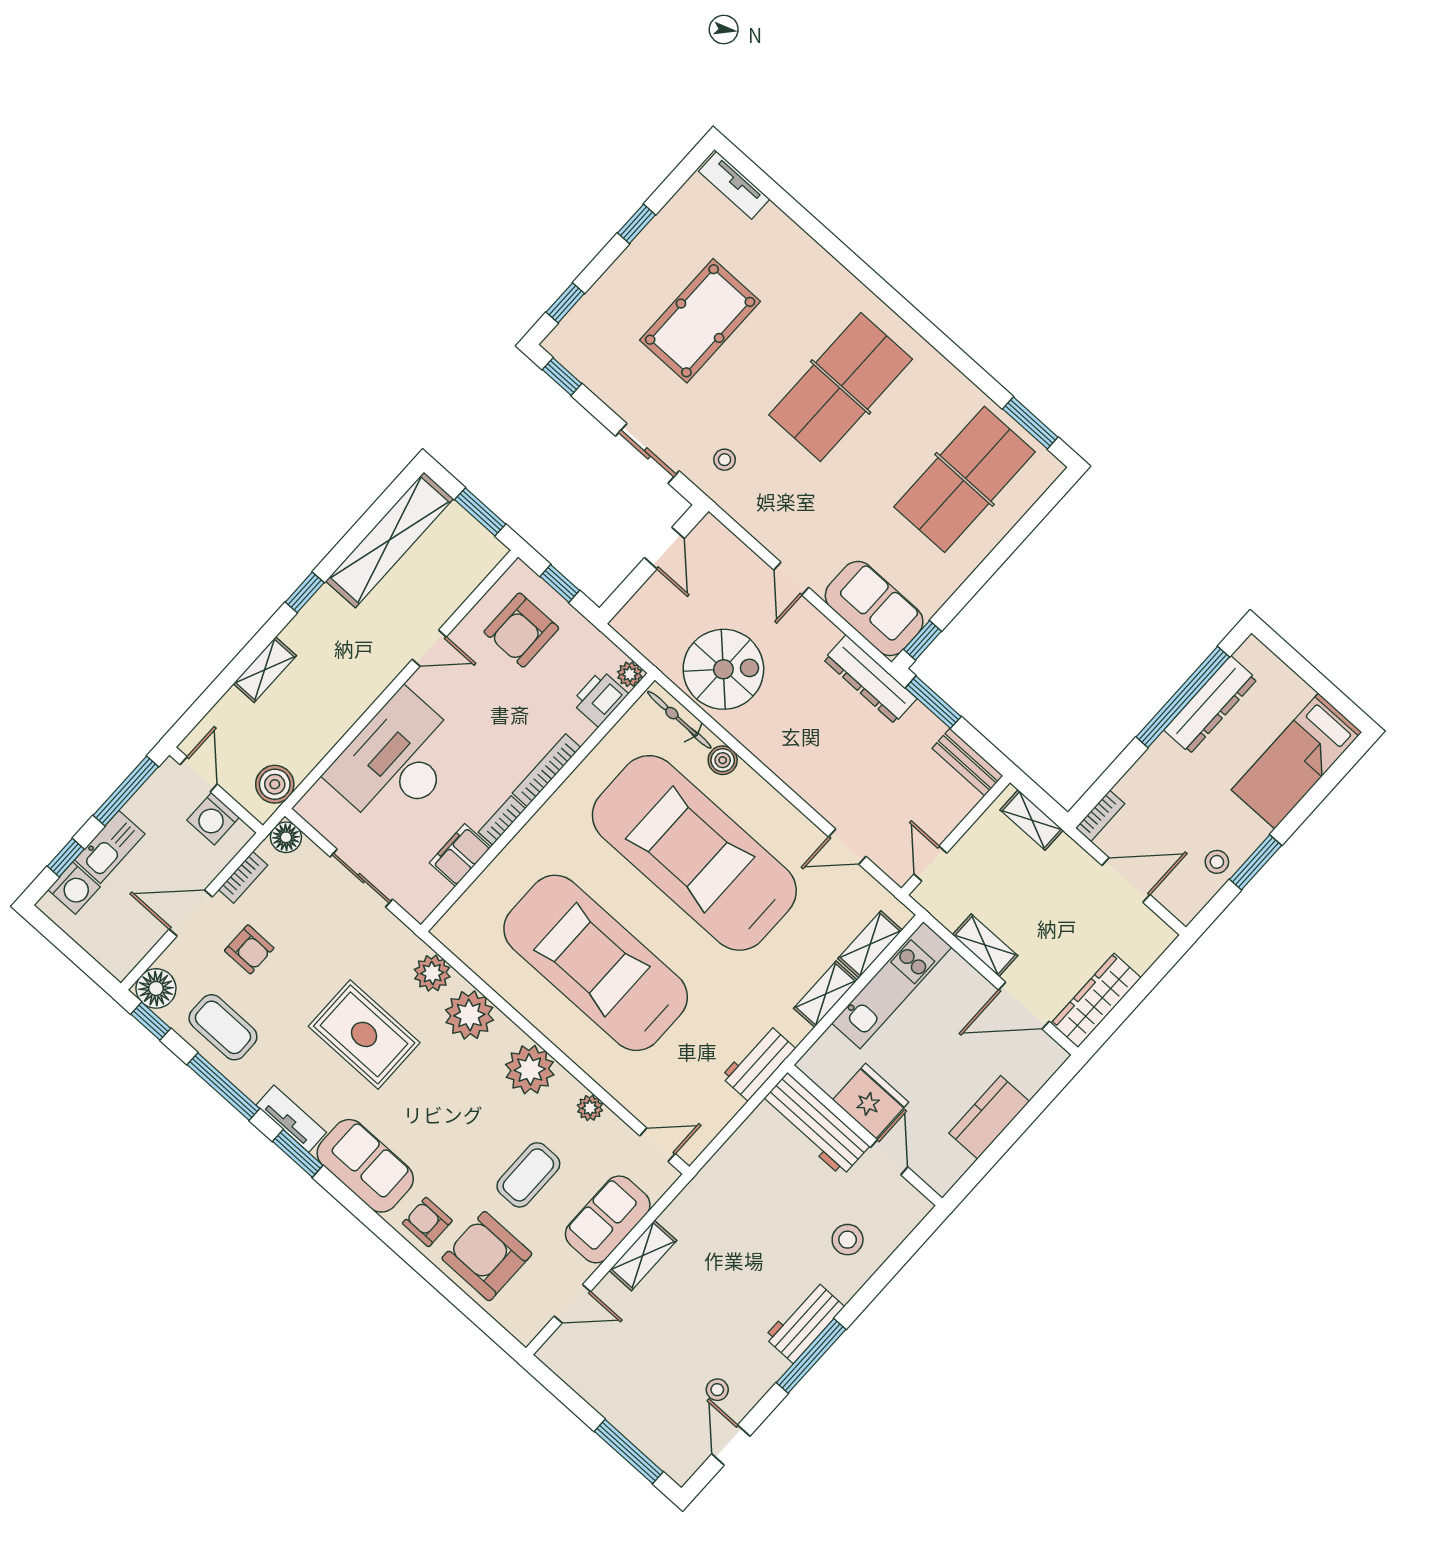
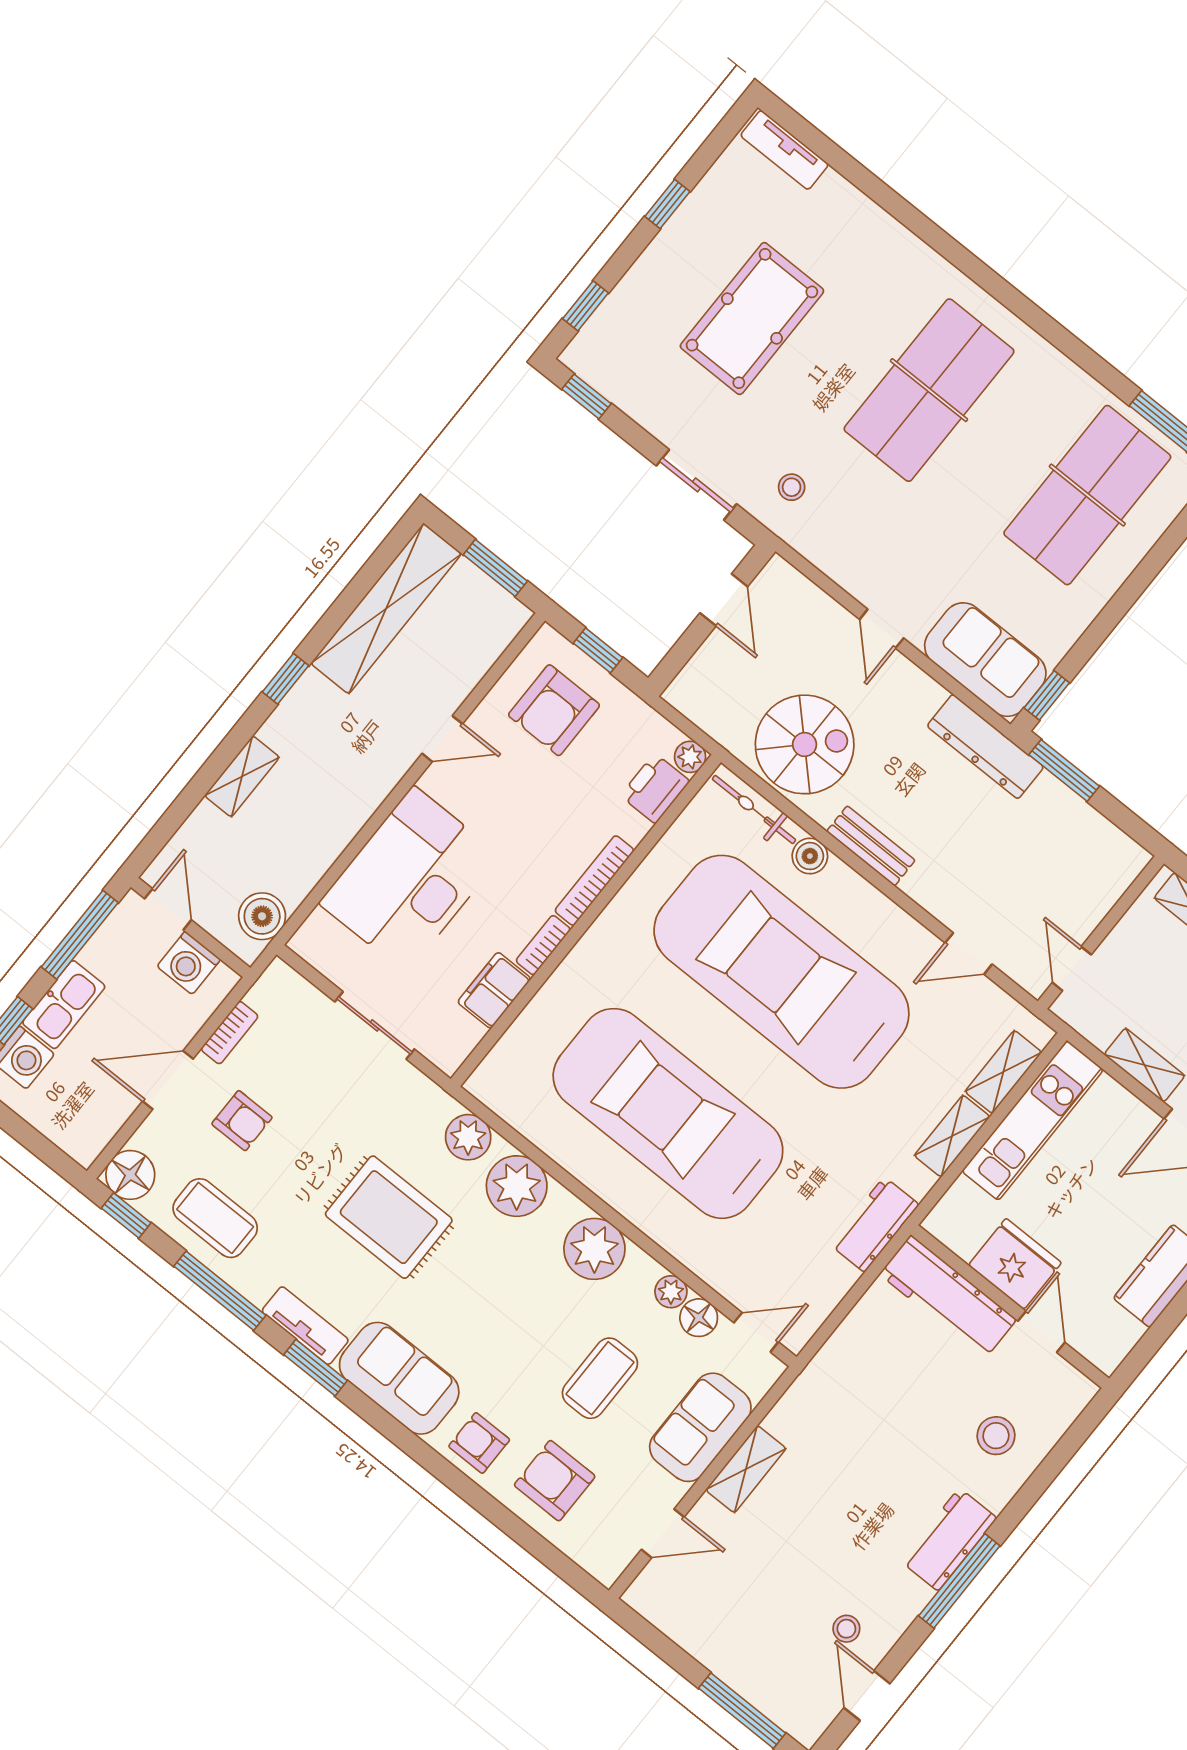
bench: (967, 762) -> (871, 846), moved
floor lamp: (286, 837) -> (699, 1318), moved
armchair: (487, 1256) -> (555, 1481), width x0.73, depth x0.73

